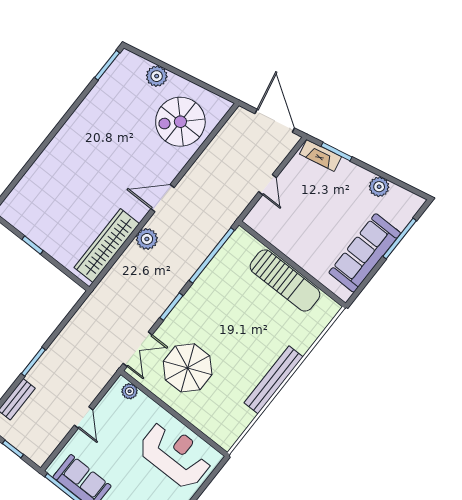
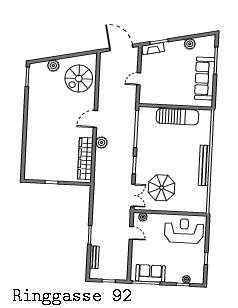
door: (268, 185) -> (139, 79), swing flipped
door: (84, 417) -> (131, 233), moved

